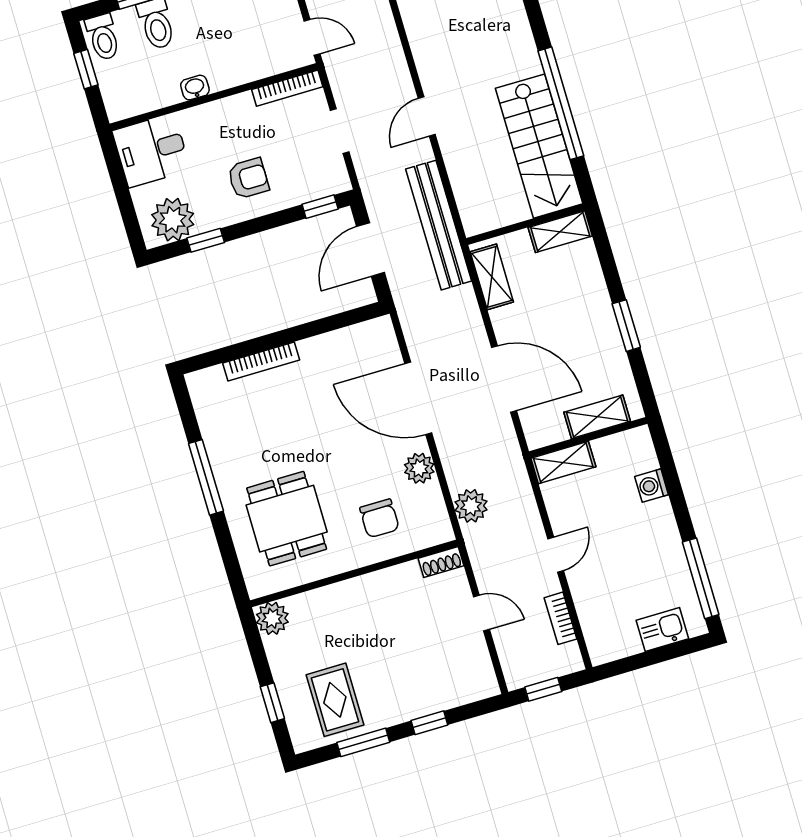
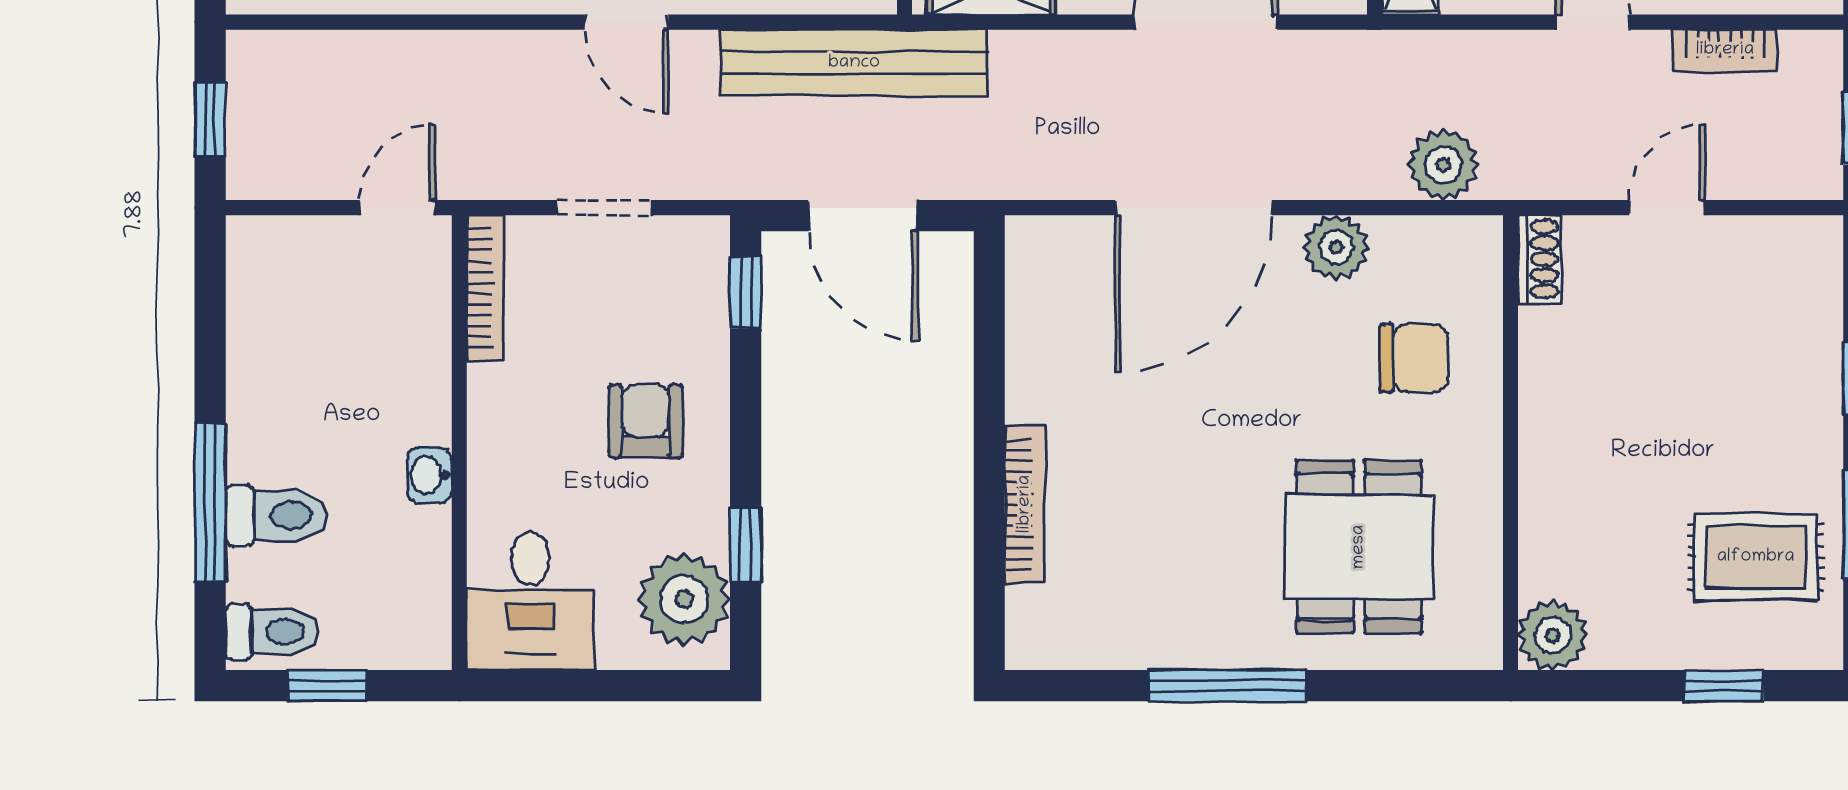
dining table: (287, 519) -> (1359, 547), turned 90

